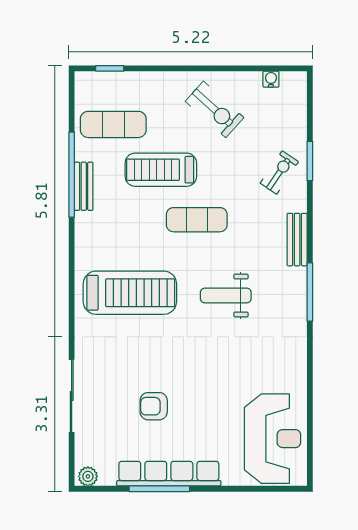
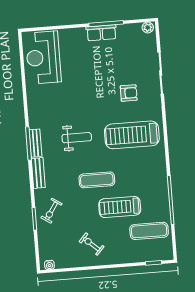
water cooler: (271, 79) -> (49, 265), moved
exercise bike: (215, 109) -> (92, 244), width x0.73, depth x0.72
treadmill: (161, 170) -> (120, 207), turned 180
bench: (84, 186) -> (35, 143), moved
armchair: (154, 406) -> (129, 93), moved
row of seats: (169, 474) -> (101, 33), width x0.50

